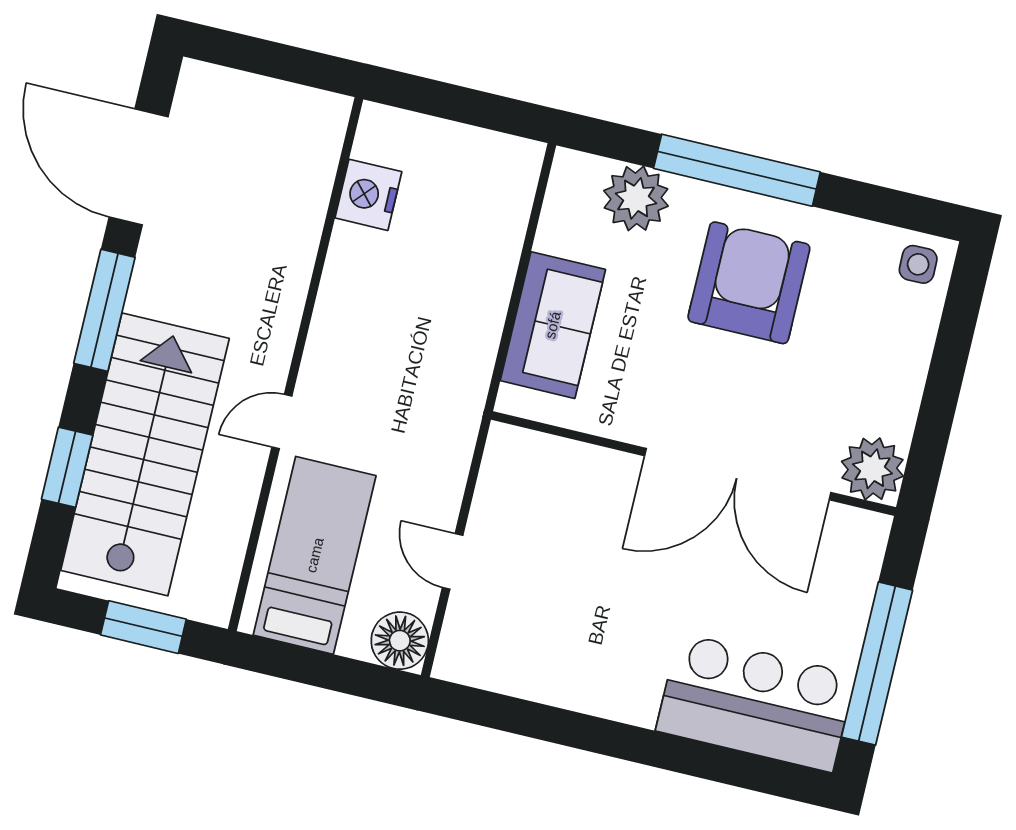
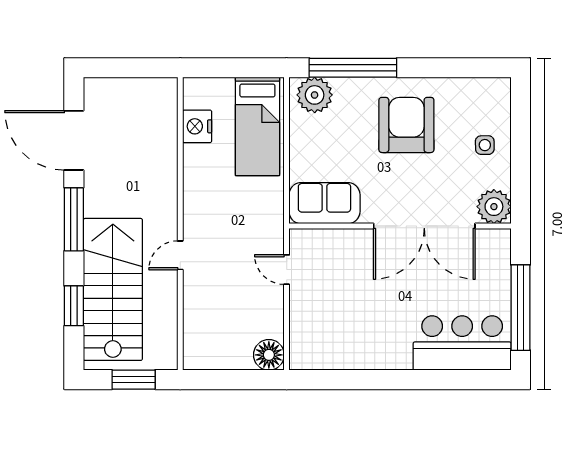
window: (737, 170) -> (353, 68), moved
plant: (636, 198) -> (315, 95), moved
side table: (918, 264) -> (485, 145), moved
sofa: (553, 325) -> (324, 203), moved, turned -90
bed: (315, 555) -> (257, 126), moved, turned 180
door: (453, 561) -> (287, 270), moved

